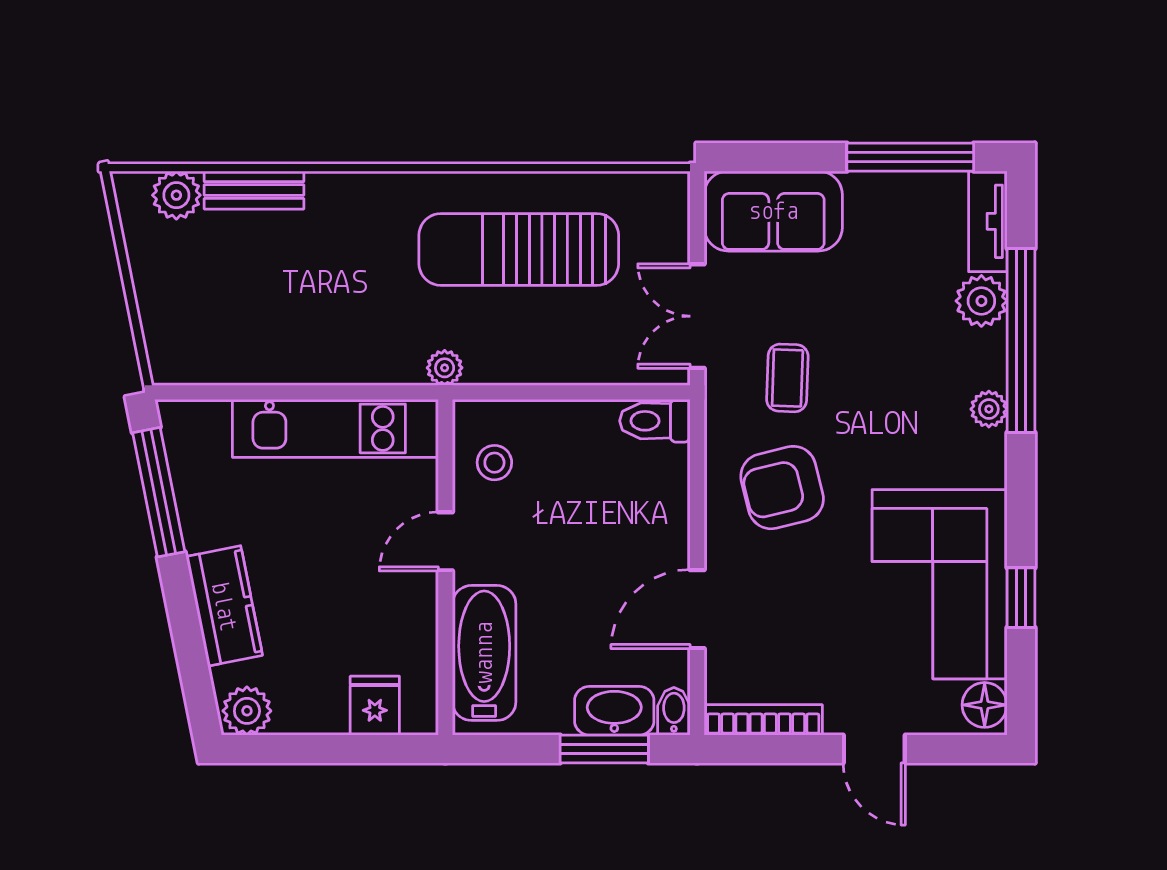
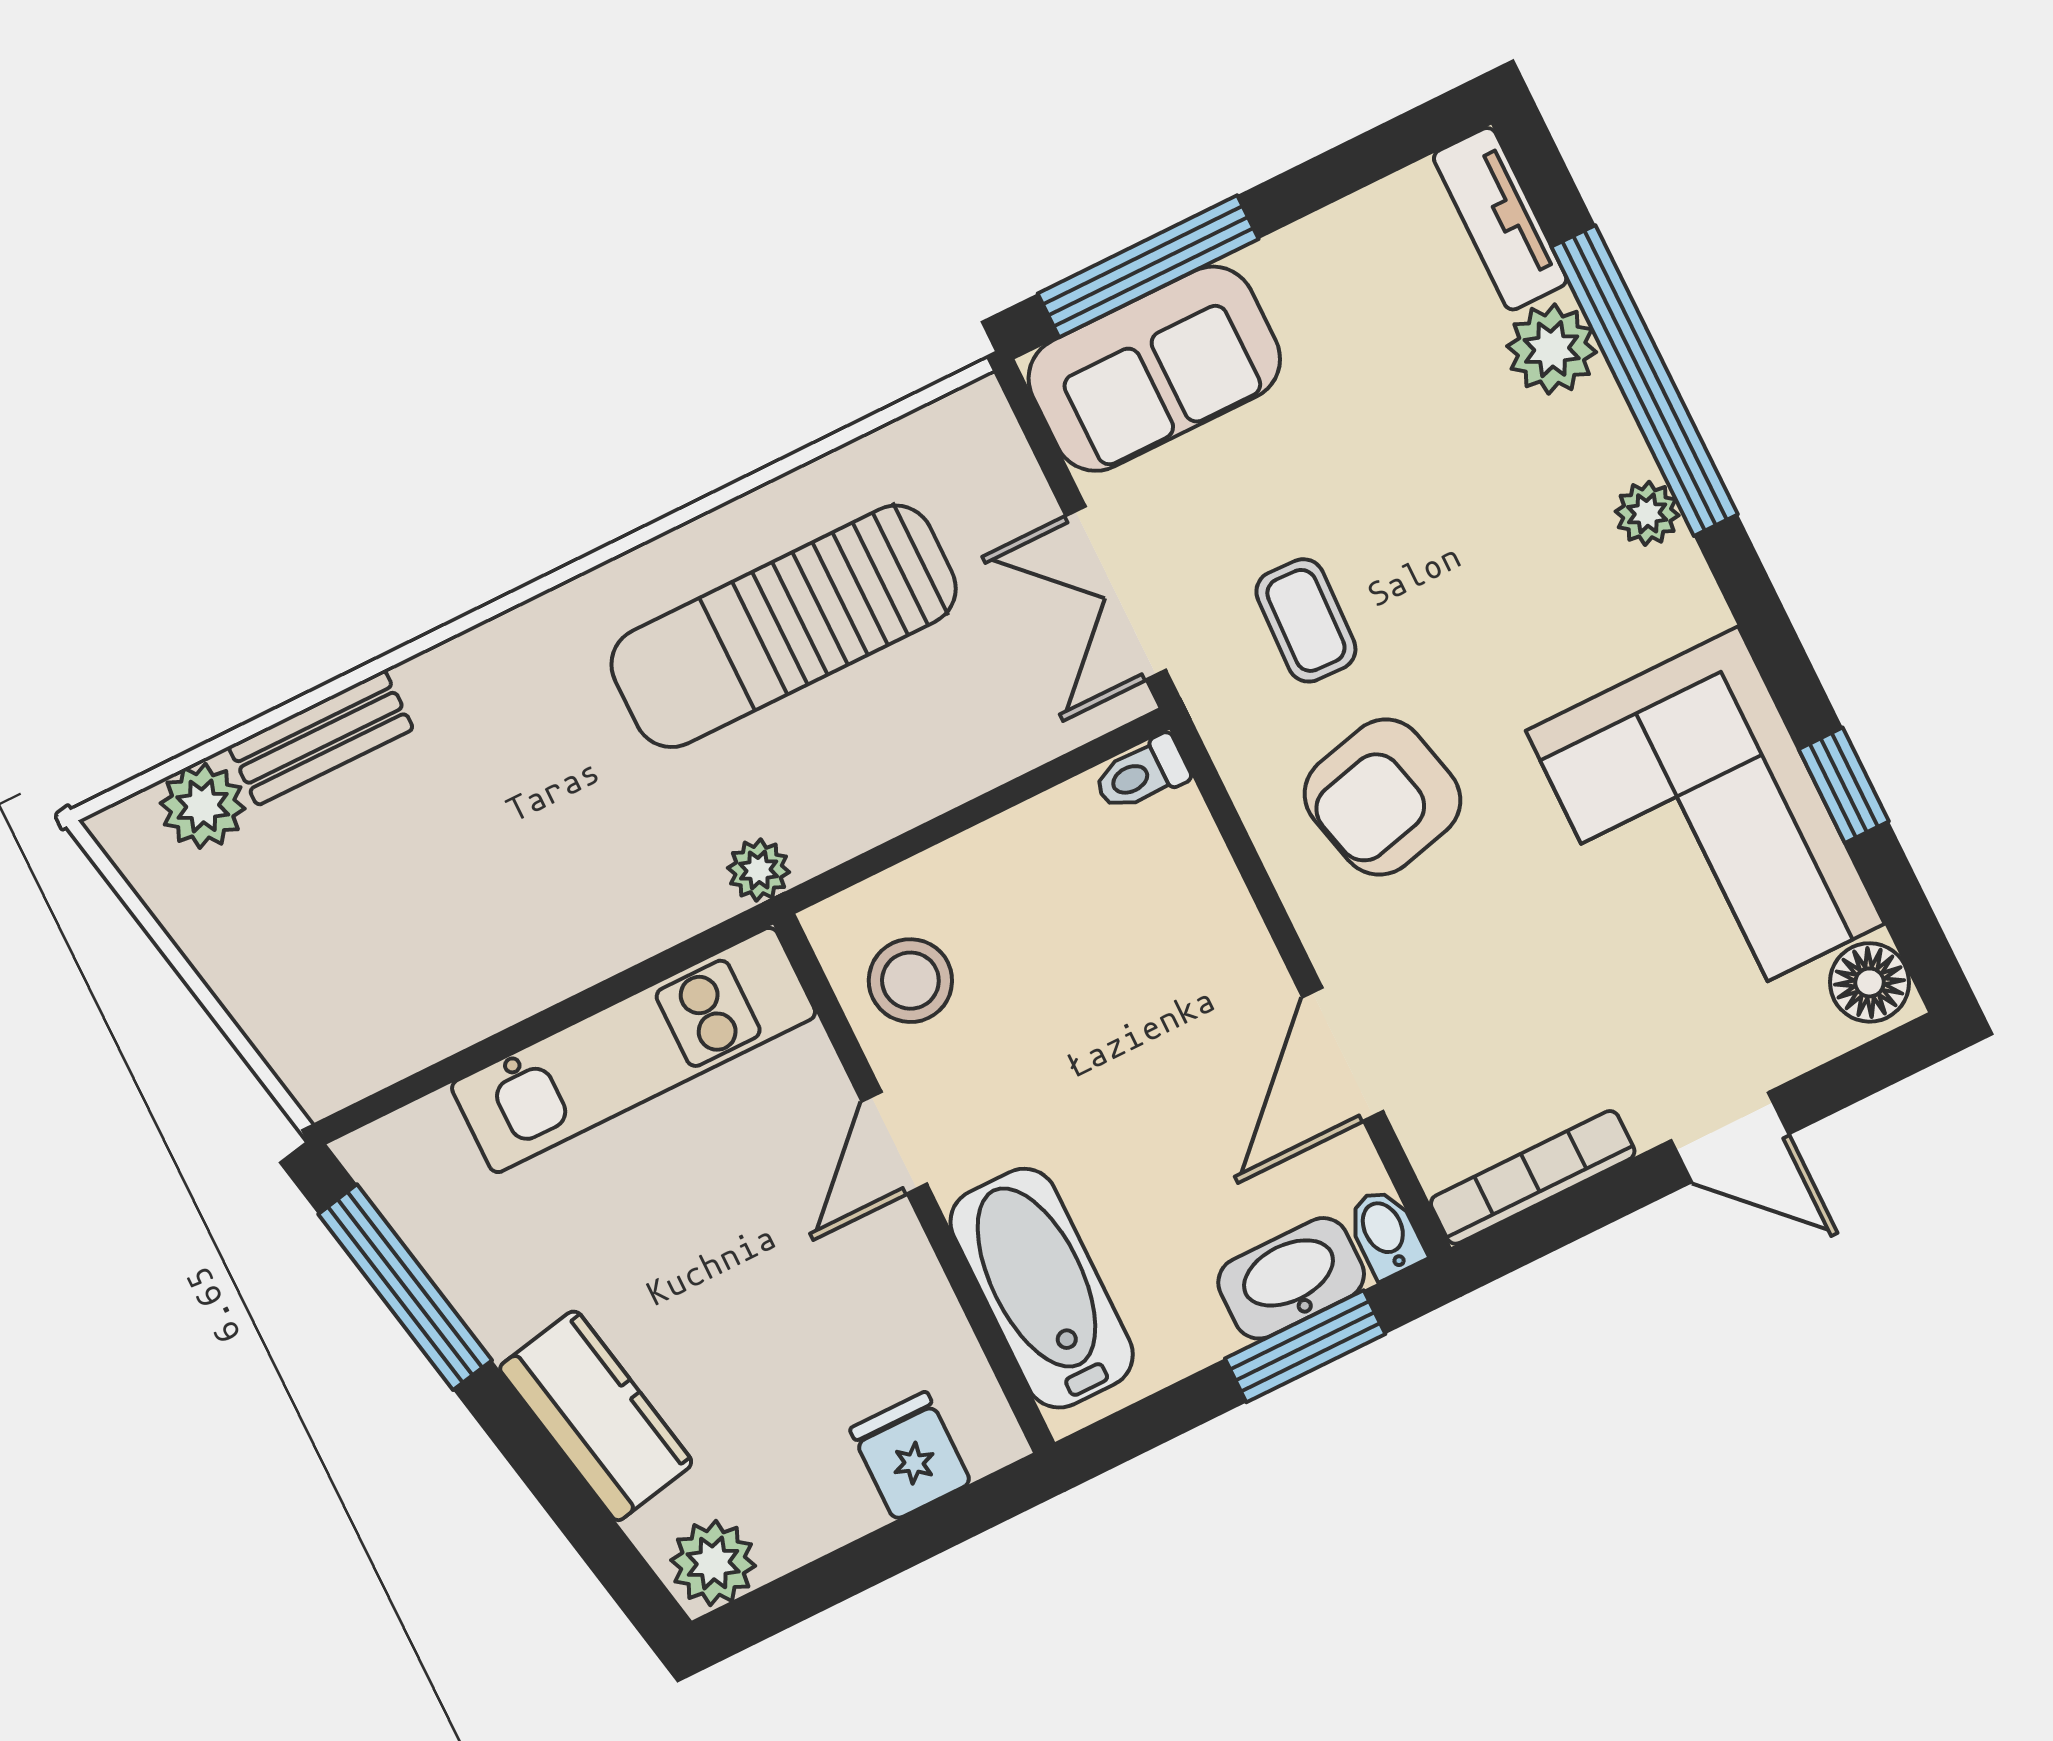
window: (910, 157) -> (1148, 266), moved
toilet: (655, 421) -> (1141, 774), width x0.73, depth x0.72
stool: (494, 463) -> (910, 981), width x1.37, depth x1.37

